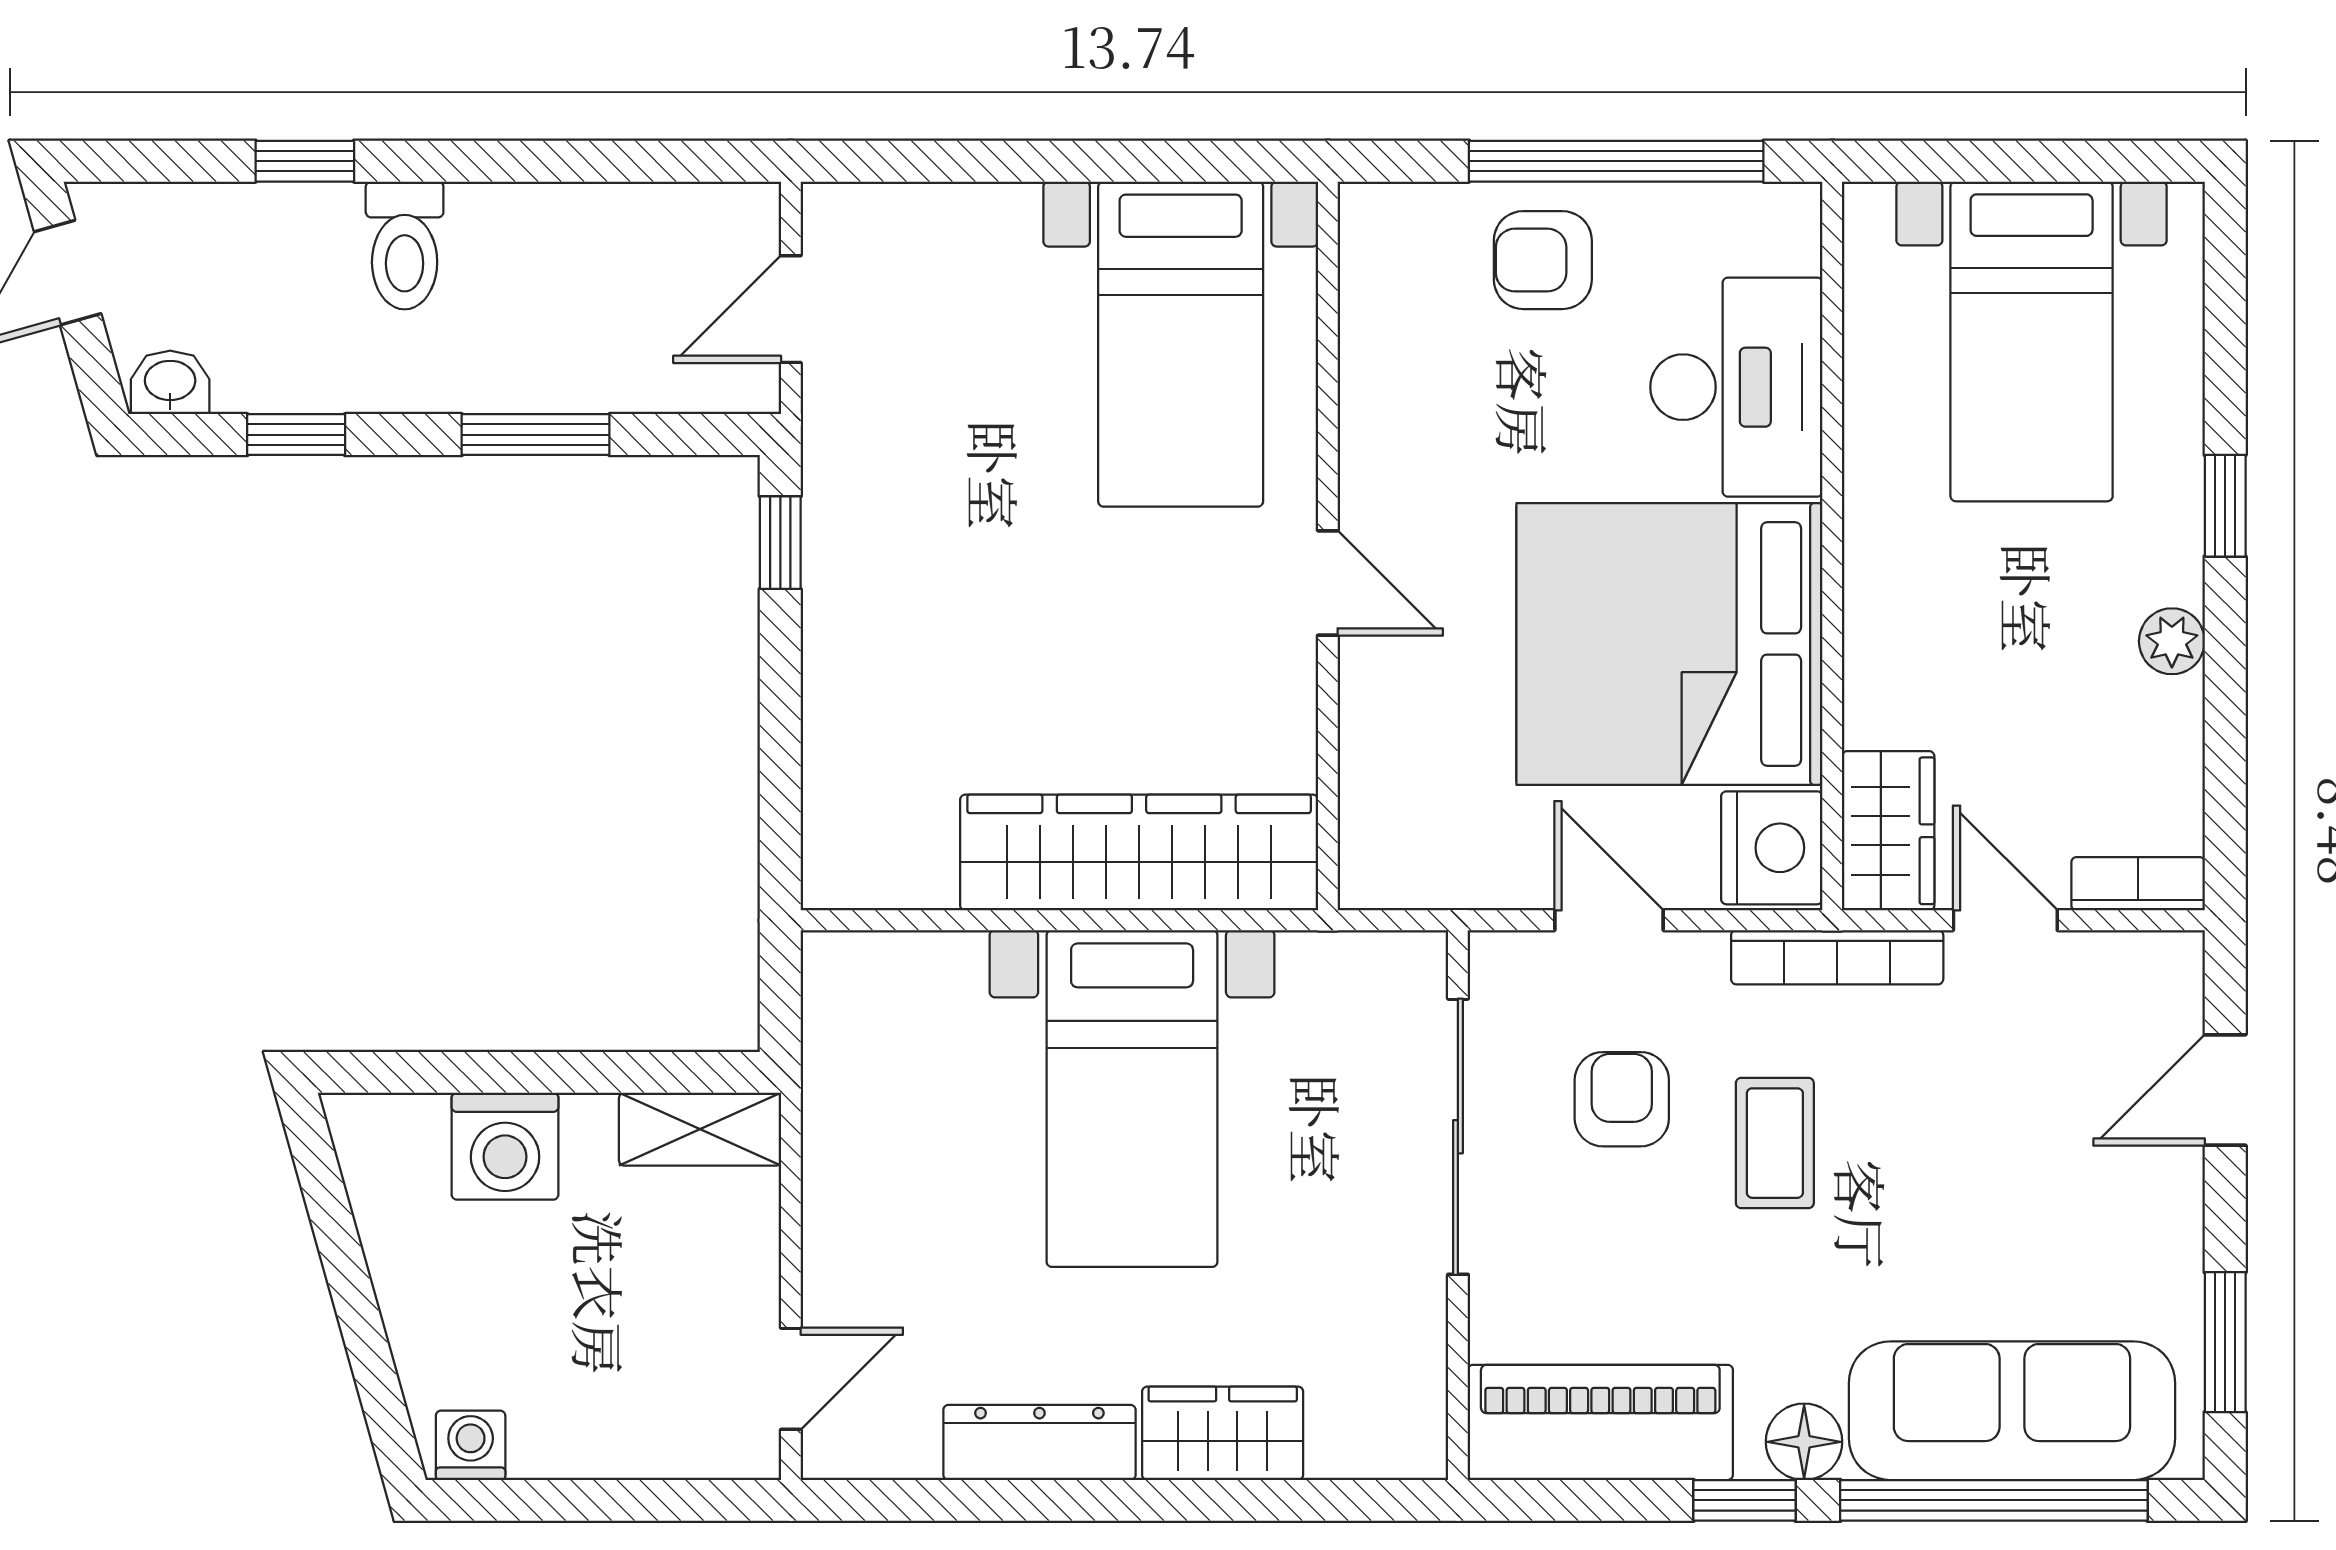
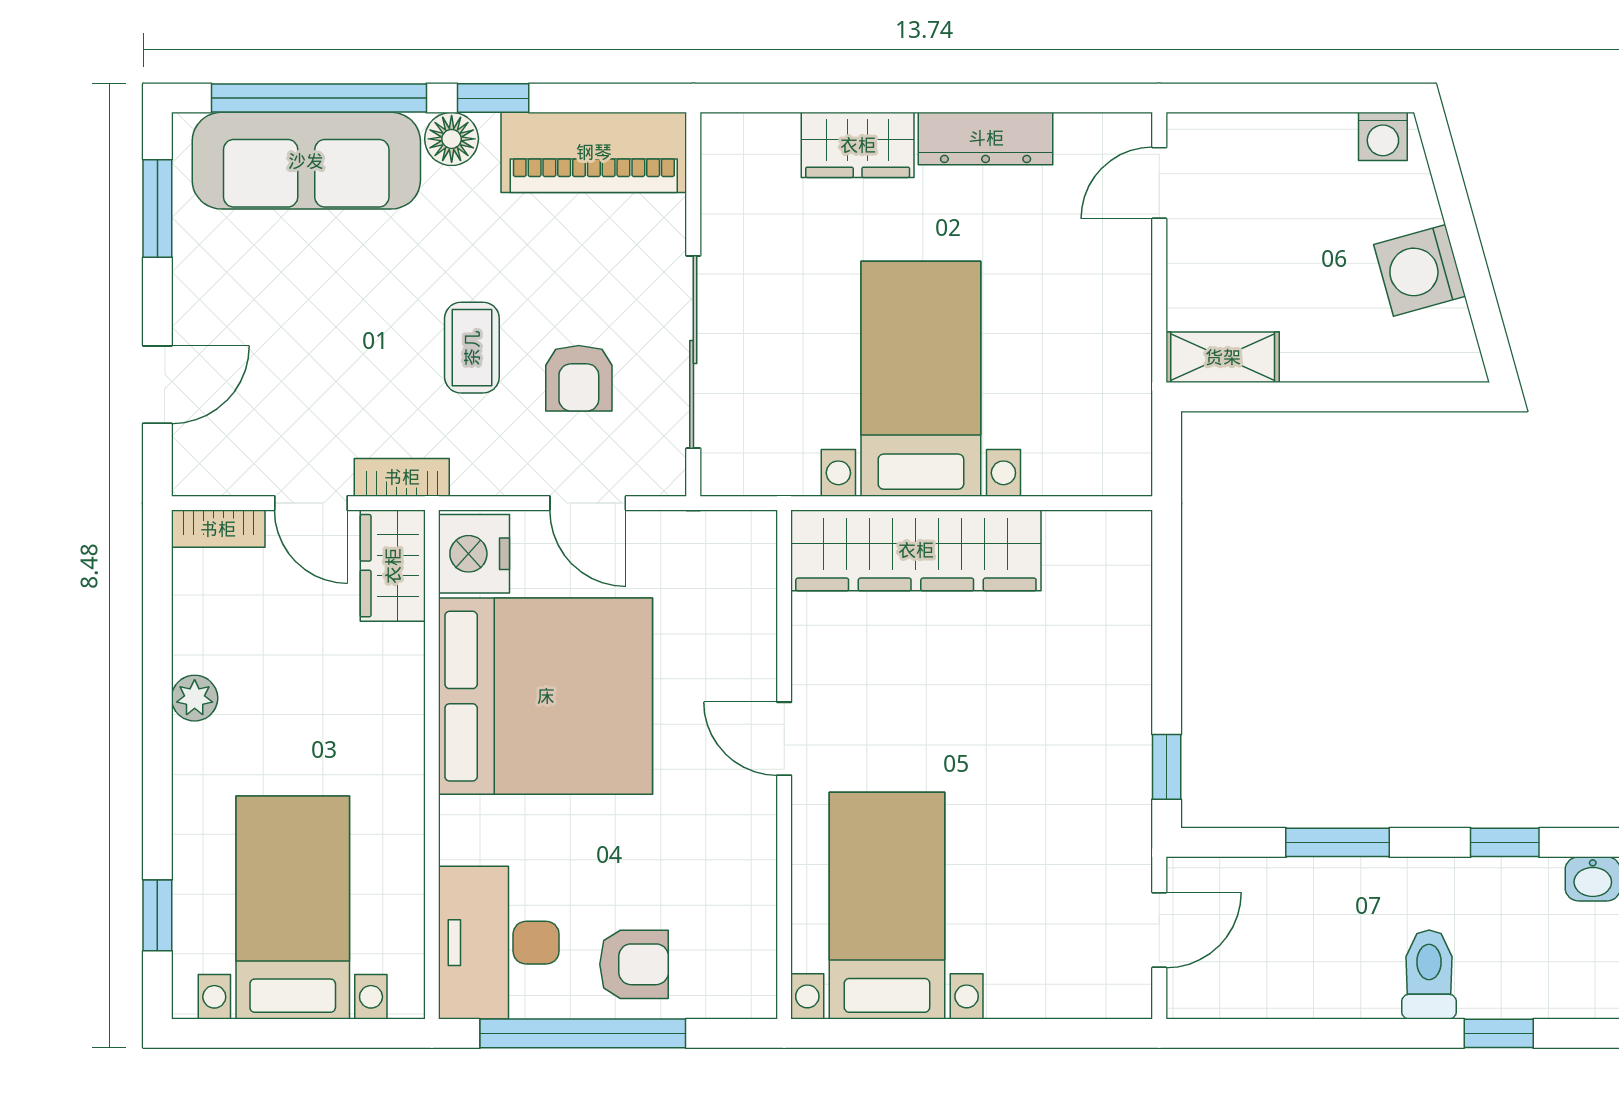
desk: (1736, 387) -> (499, 943), moved
window: (2225, 506) -> (157, 915), moved
bookcase: (1837, 957) -> (402, 477), width x0.64
washing machine: (505, 1146) -> (1420, 270), moved, turned -106

